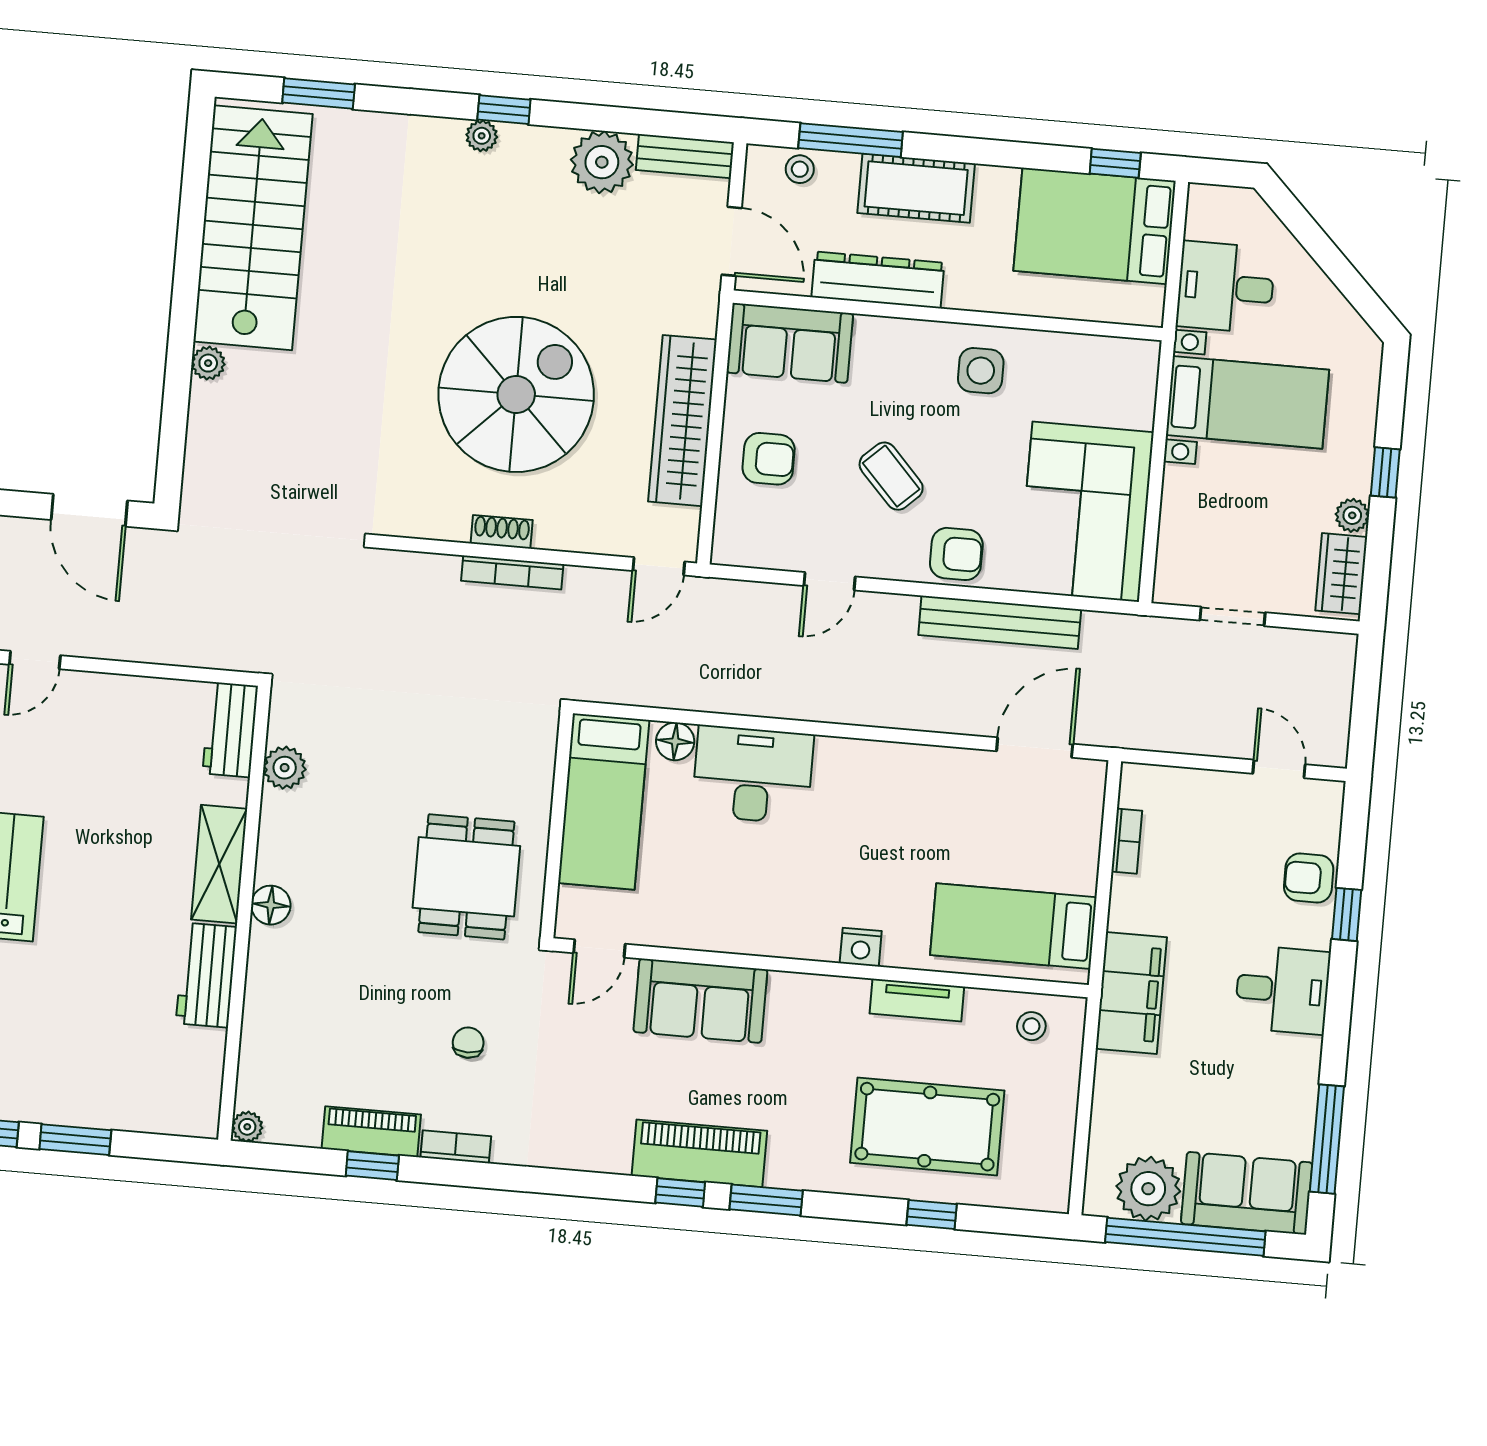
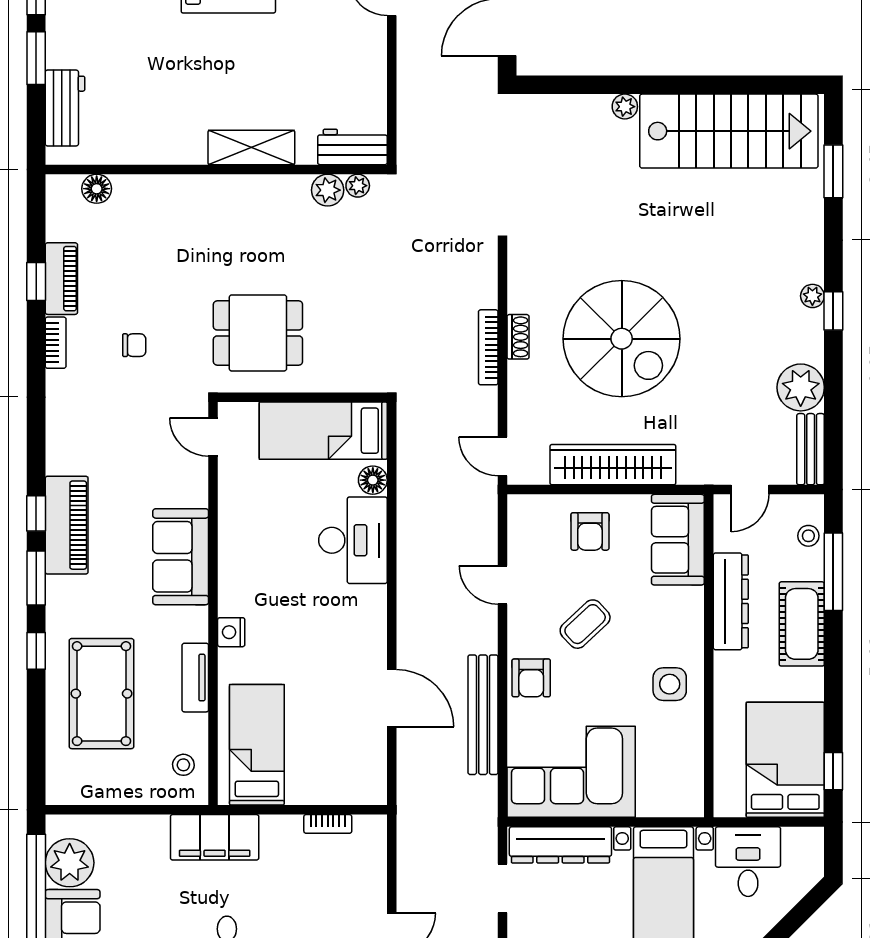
door: (732, 241) -> (750, 490), width x0.73
dresser: (1182, 535) -> (560, 845), added
door: (1035, 748) -> (392, 698), moved
floor lamp: (271, 905) -> (97, 189), moved
workbench: (206, 975) -> (65, 108), moved, turned 90
sofa: (700, 1001) -> (181, 557), moved
plant: (247, 1127) -> (358, 186), moved
window: (932, 1215) -> (36, 651), moved

